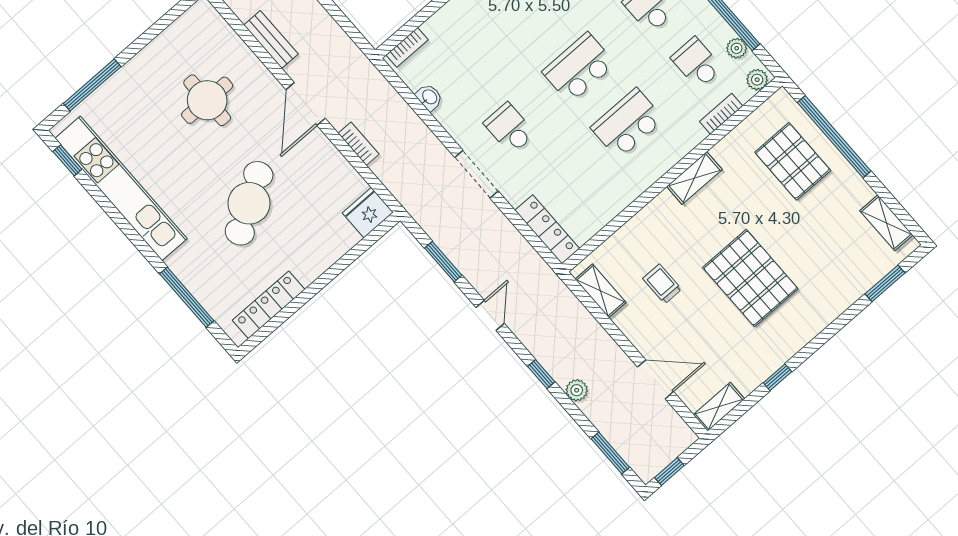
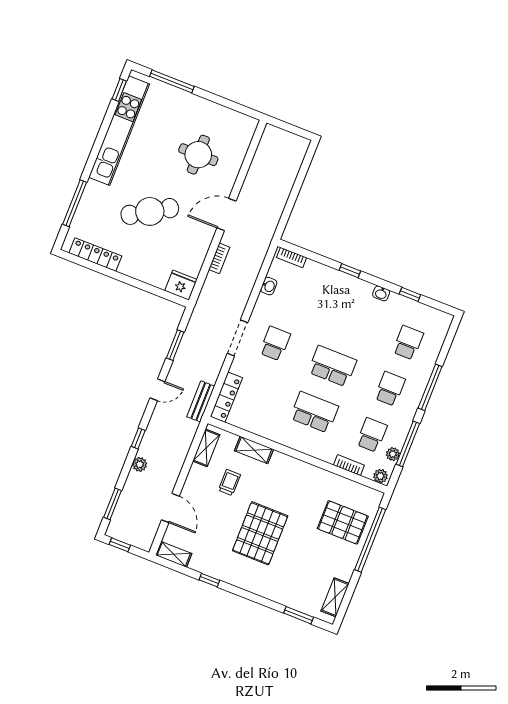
bench: (271, 39) -> (201, 401), moved
pallet: (793, 161) -> (343, 522), turned 90
shelving: (694, 178) -> (254, 450), moved

